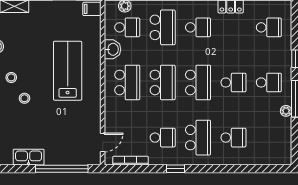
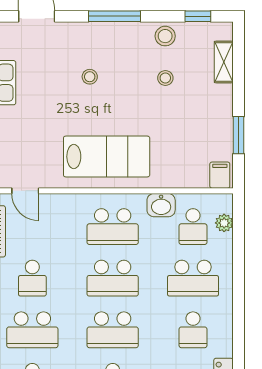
lab bench: (68, 71) -> (107, 157), moved
stool: (11, 77) -> (165, 78), moved

